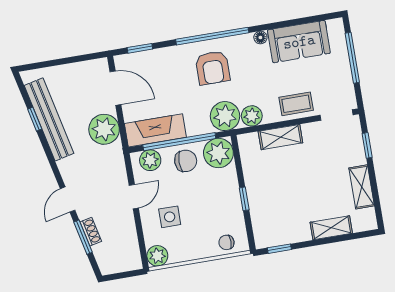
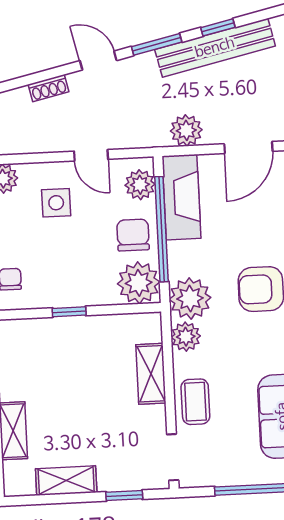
plant: (104, 129) -> (186, 130), width x0.73, depth x0.73
chair: (186, 161) -> (133, 235), turned 180
window: (83, 237) -> (157, 44), moved

